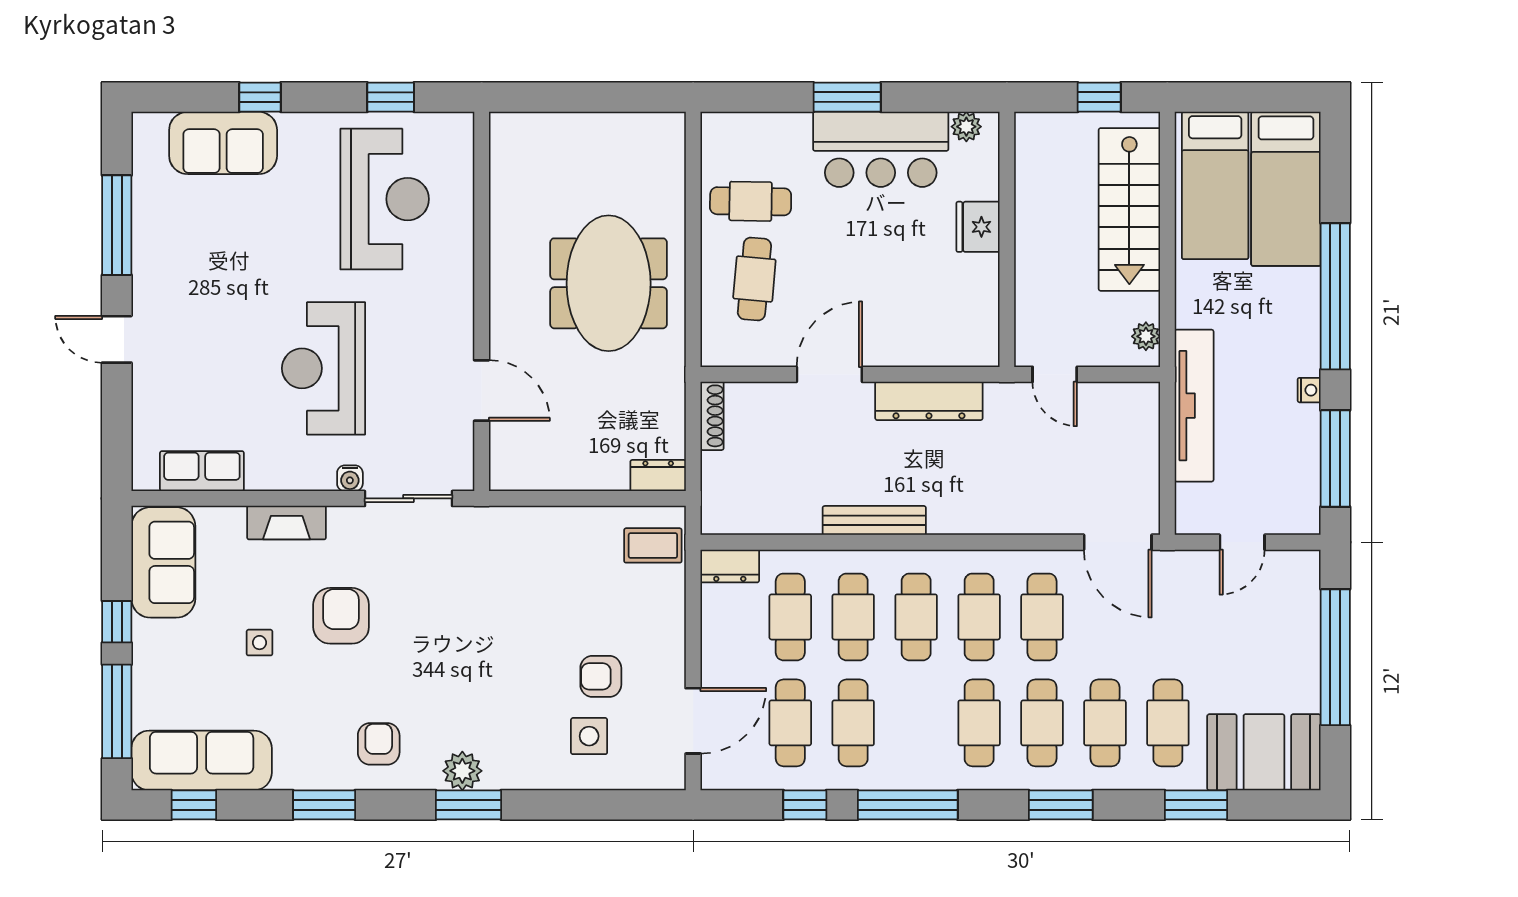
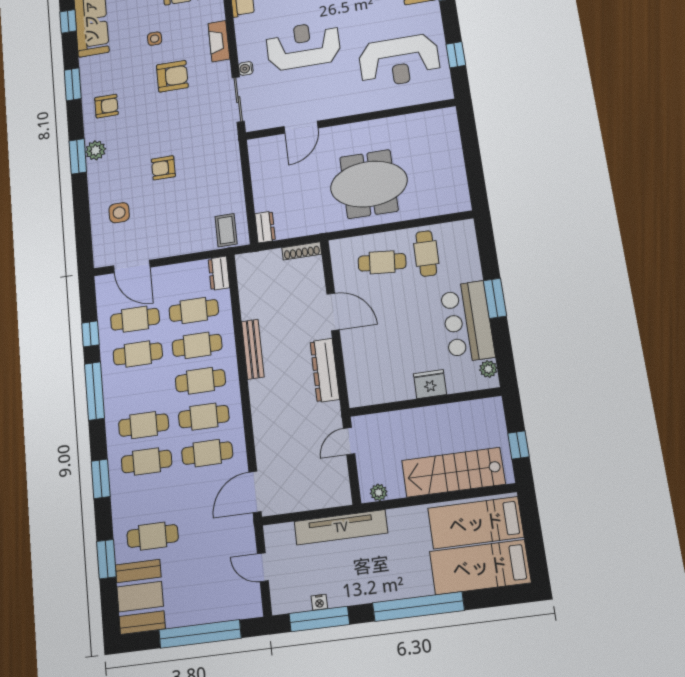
nightstand: (1309, 390) -> (319, 602), moved
armchair: (601, 676) -> (163, 168), moved, turned -90
cafe table: (1105, 723) -> (150, 498), removed

